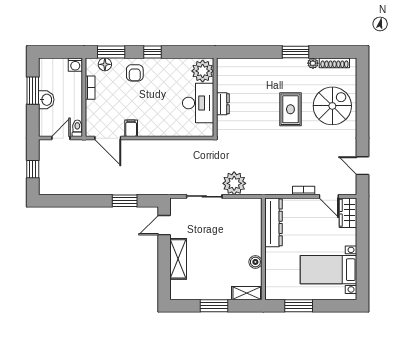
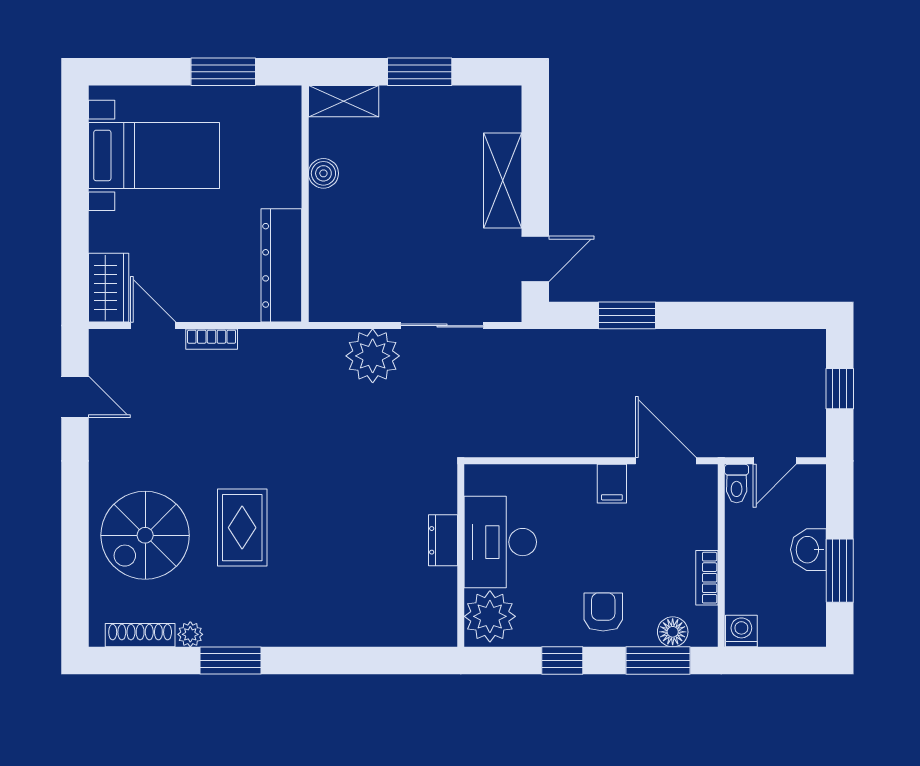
plant: (203, 71) -> (490, 616), moved
wall: (215, 97) -> (461, 556), moved
desk: (198, 103) -> (500, 542), moved
dresser: (223, 104) -> (443, 540), moved

